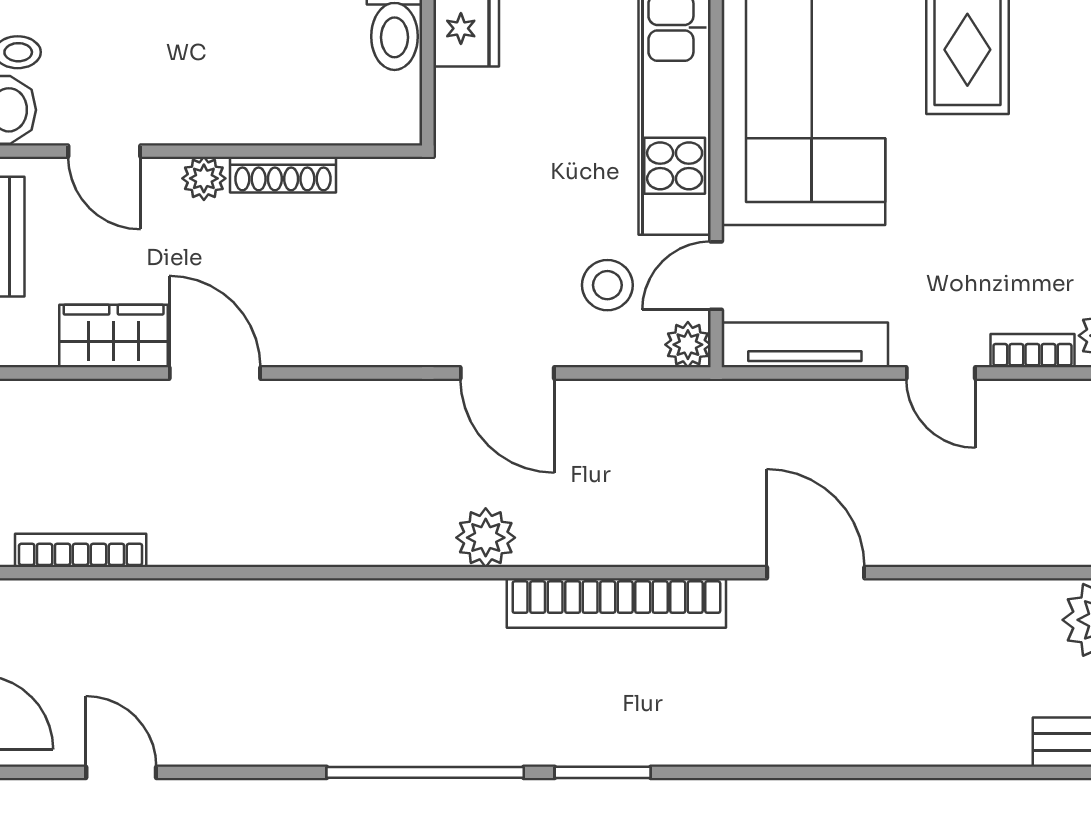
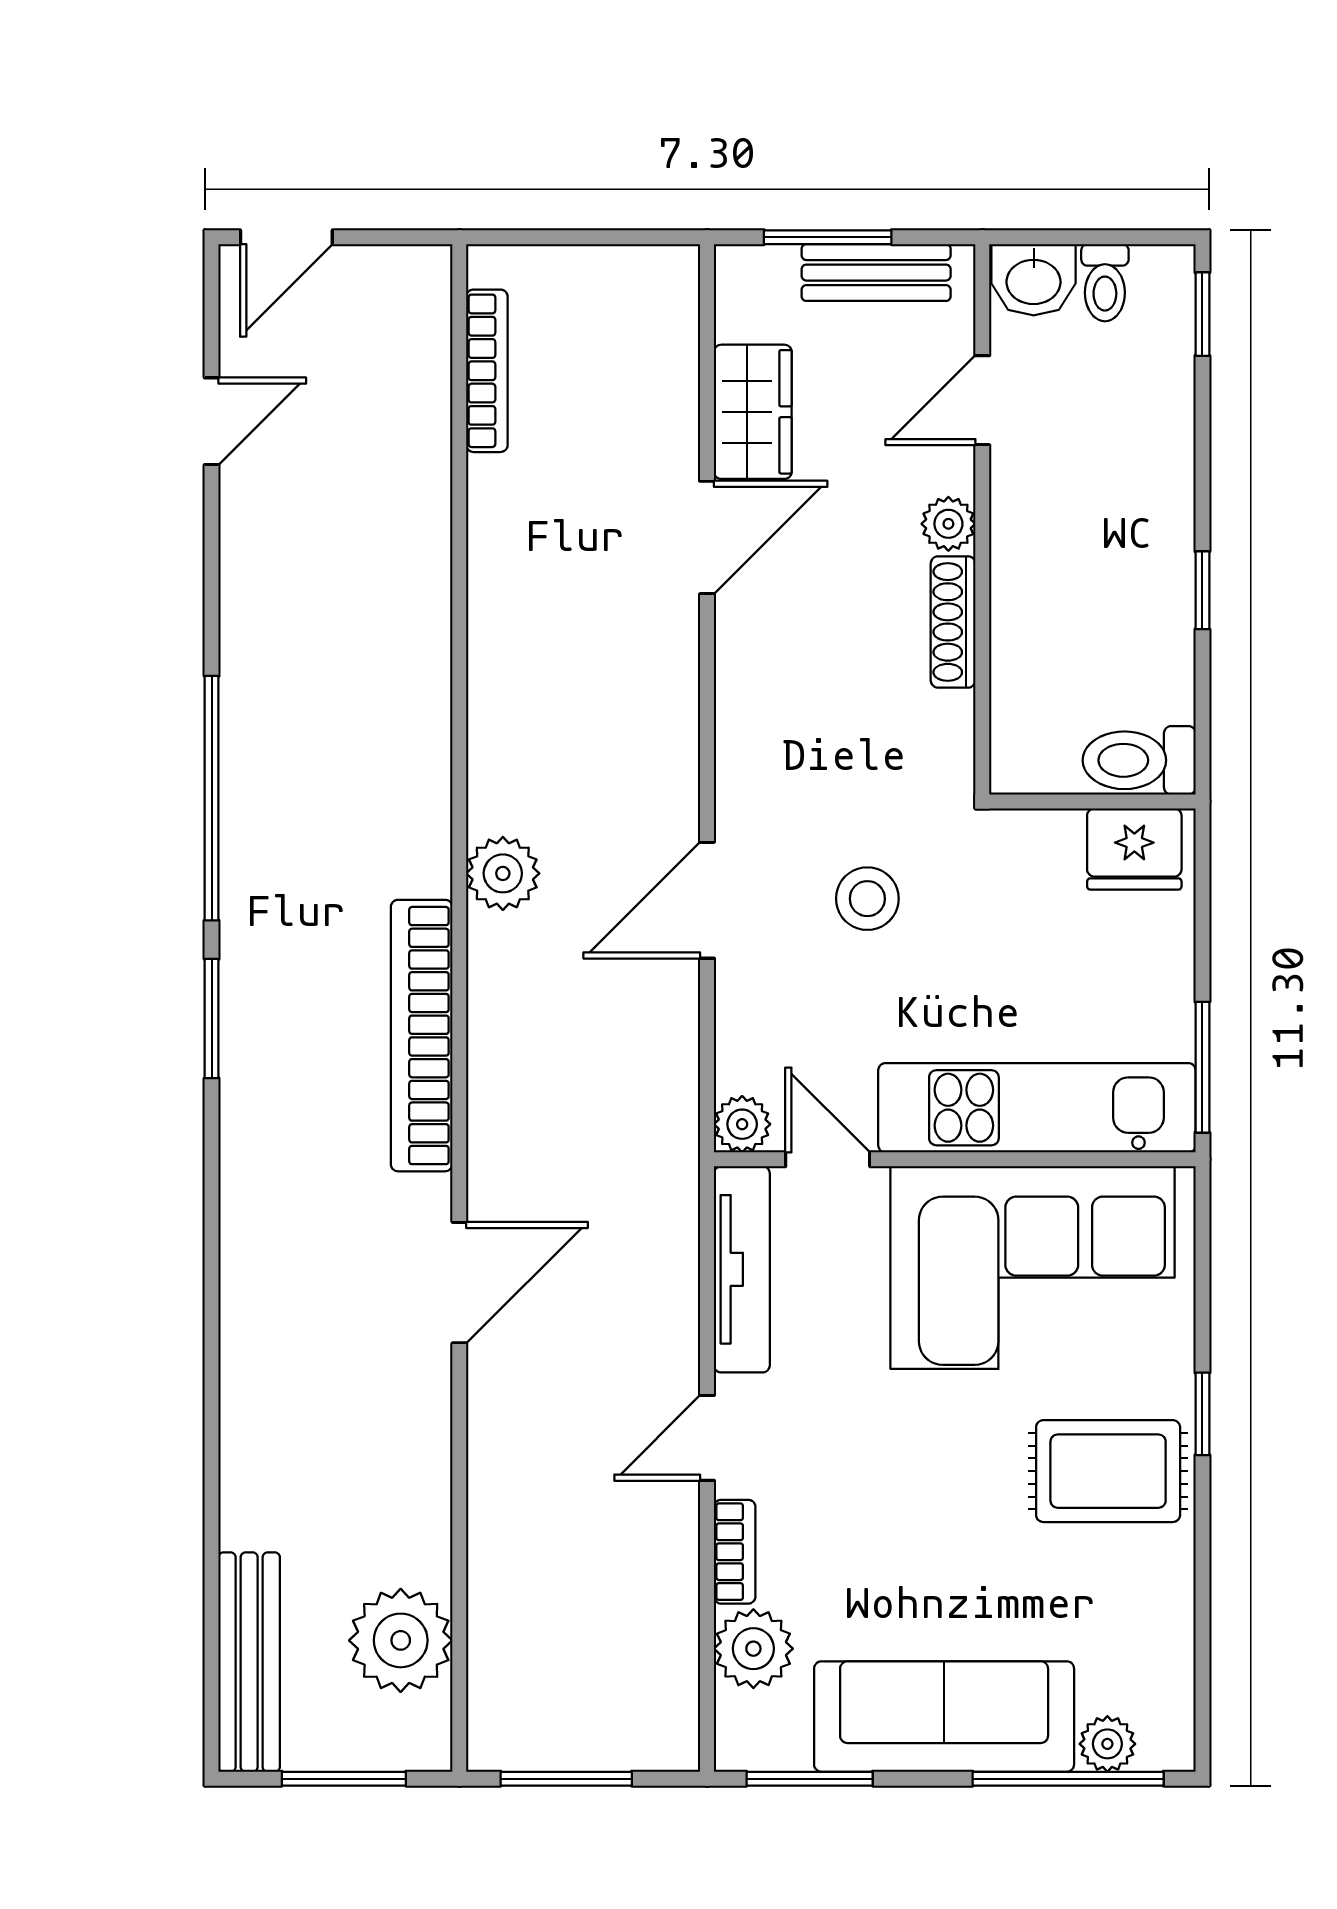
stool: (607, 285) -> (867, 899), moved

